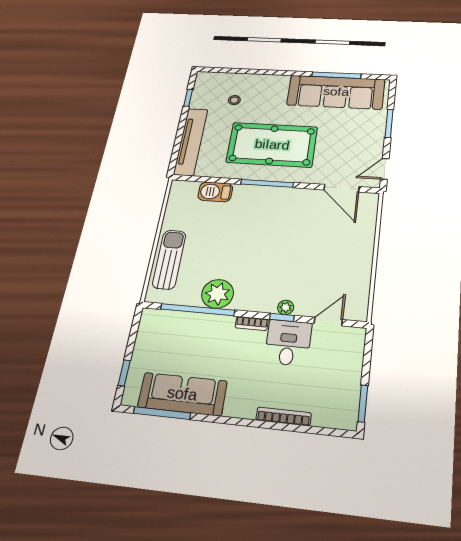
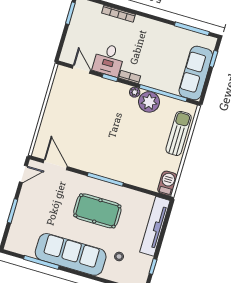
sofa: (336, 92) -> (71, 254), moved
pool table: (272, 145) -> (97, 211), width x0.73, depth x0.76
barbecue: (215, 192) -> (167, 183), moved, turned -90
sun lounger: (169, 259) -> (179, 133), turned 180
plant: (286, 307) -> (135, 92), moved
door: (328, 322) -> (81, 69), swing flipped
sofa: (182, 394) -> (196, 73), moved, turned 90

